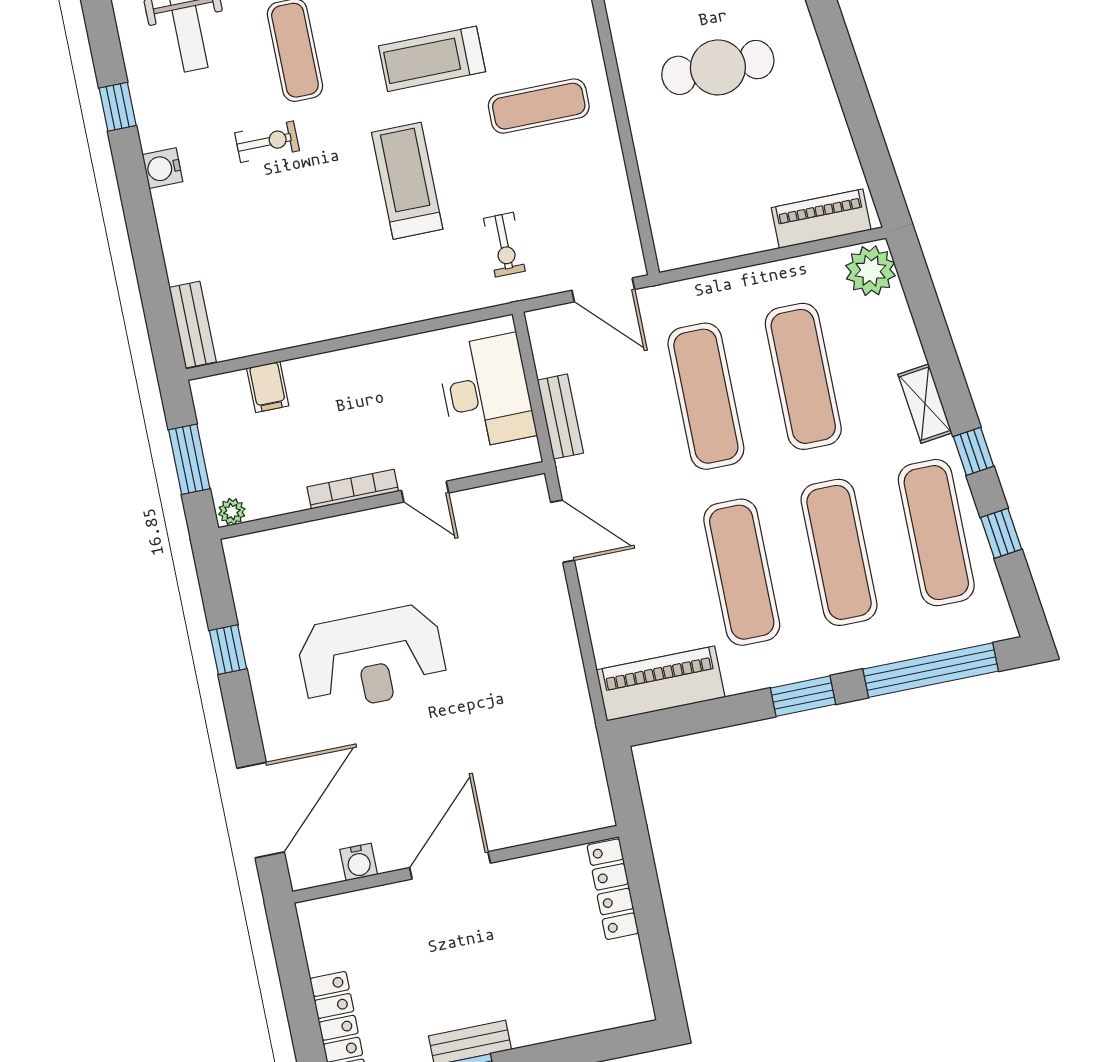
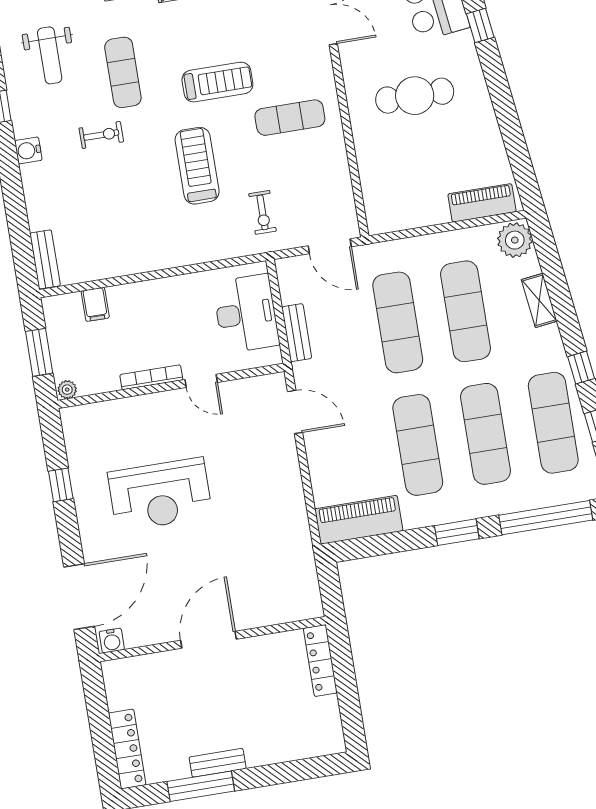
treadmill: (432, 59) -> (217, 82), turned 180
shelving: (925, 404) -> (539, 300), moved
water cooler: (359, 862) -> (112, 641), moved

